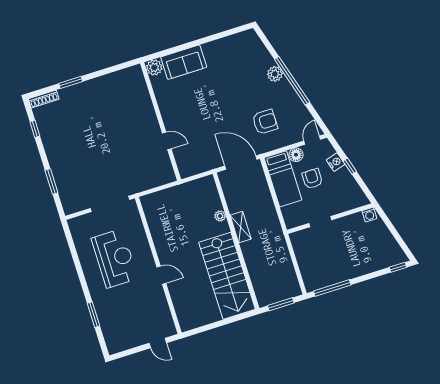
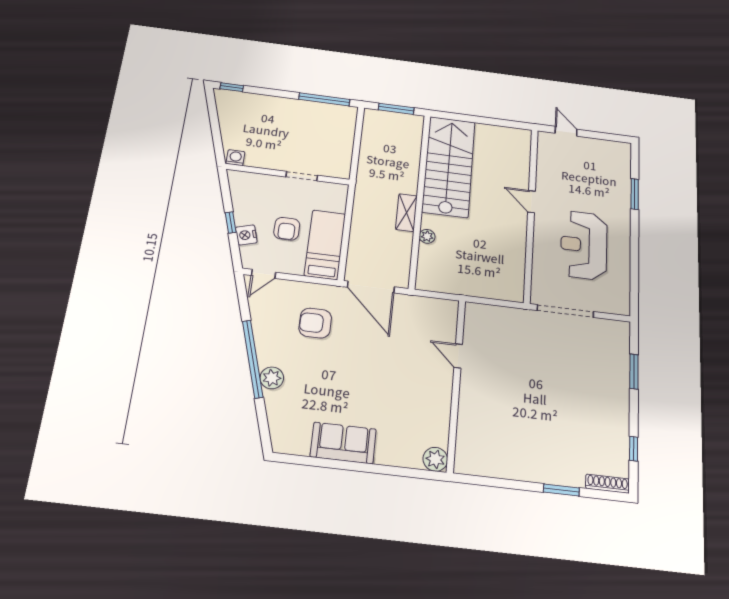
sofa: (184, 62) -> (343, 443), moved
floor lamp: (296, 155) -> (294, 266), removed

